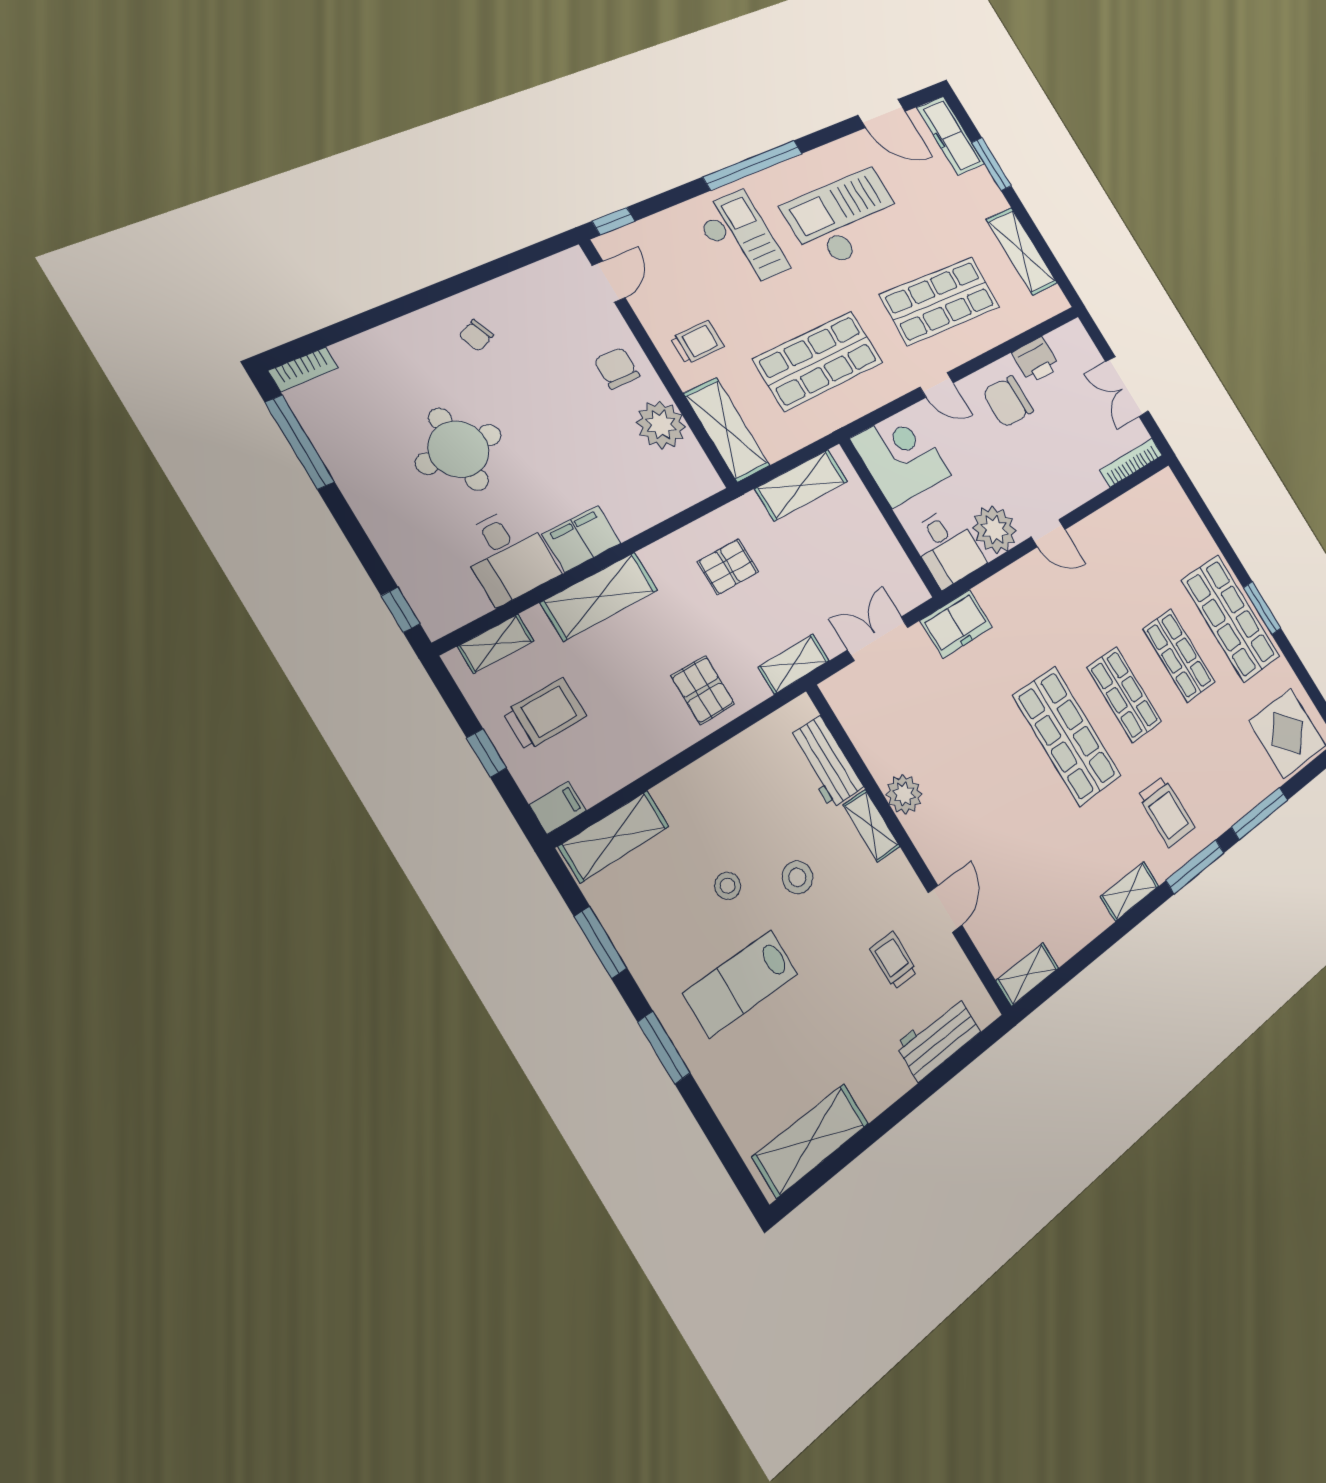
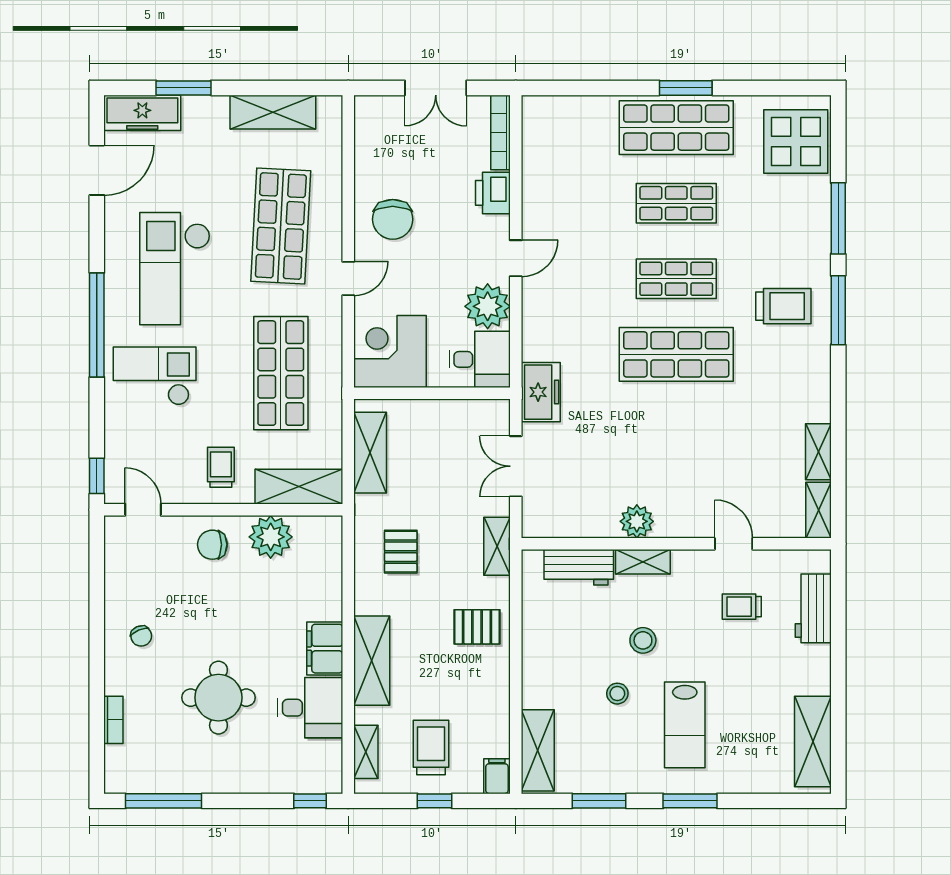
printer: (1036, 360) -> (493, 193), moved, turned 180
bookcase: (303, 369) -> (113, 720), moved
shelving: (1130, 891) -> (818, 452), moved

